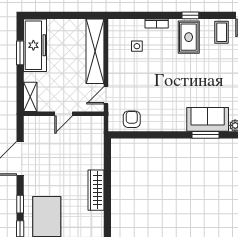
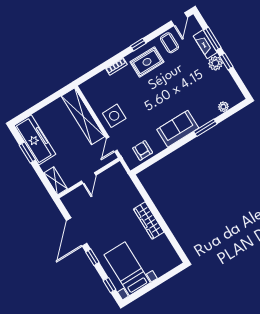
rug: (189, 37) -> (147, 62), turned 90
side table: (137, 46) -> (114, 116), moved, width x1.87, depth x1.87
sofa: (208, 119) -> (178, 129), moved
window: (20, 204) -> (92, 257), moved

